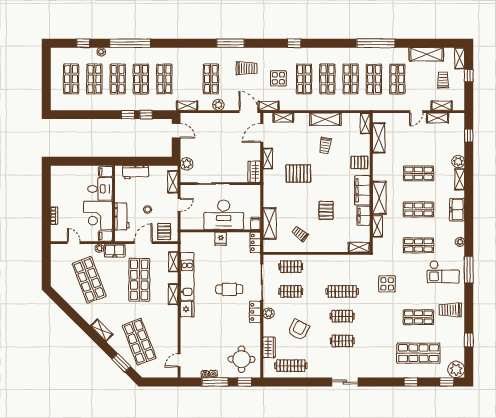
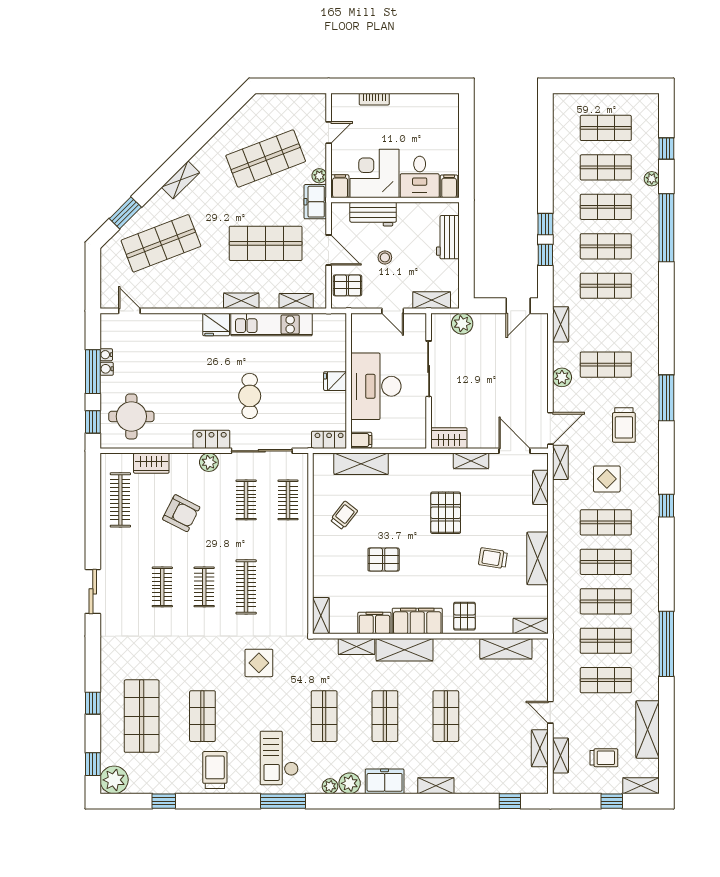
plant: (458, 162) -> (350, 783), moved

